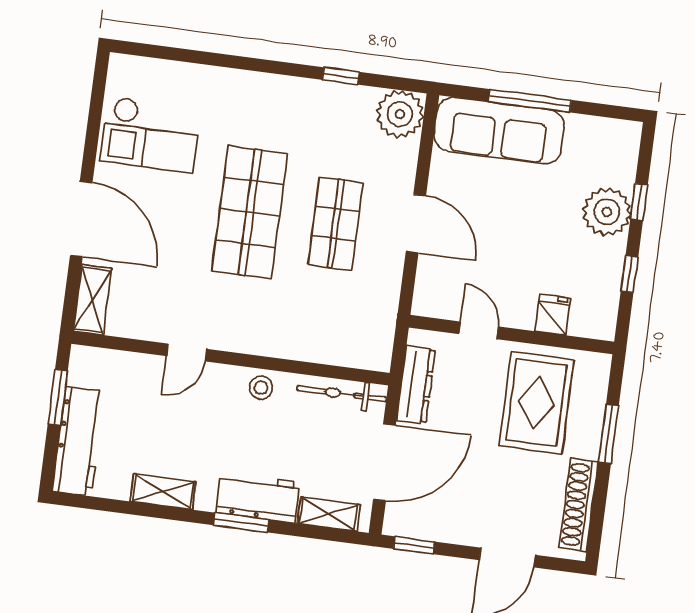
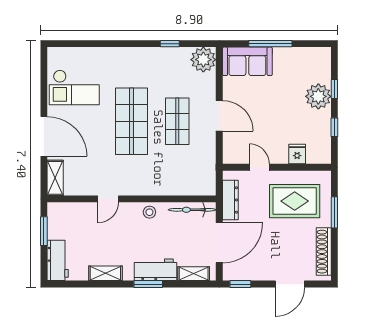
sofa: (499, 131) -> (247, 61), width x0.73
rug: (536, 403) -> (295, 201), turned 90
workbench: (78, 441) -> (58, 260), width x0.73

